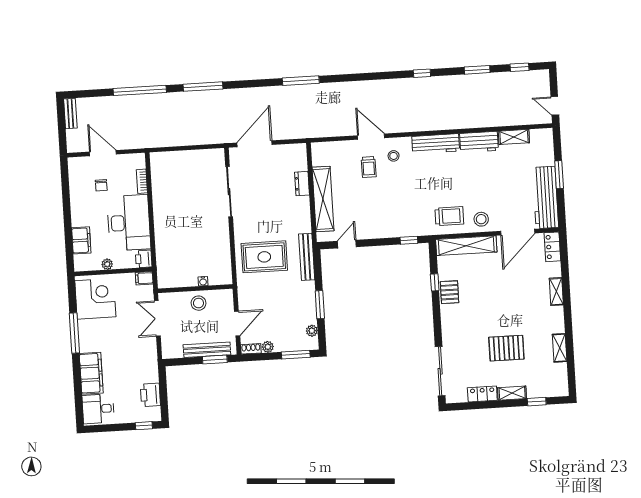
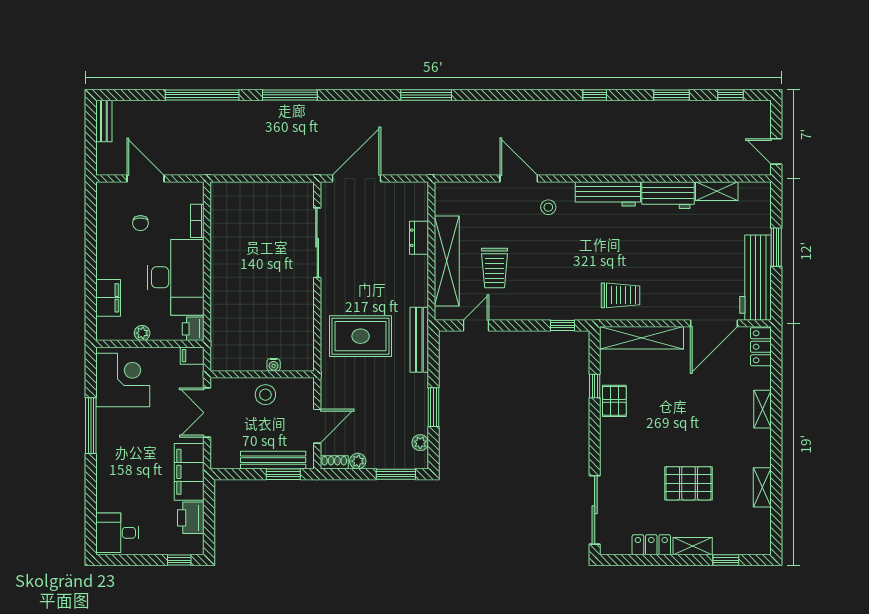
trolley: (369, 167) -> (495, 268), moved, width x1.36, depth x1.39
stool: (481, 219) -> (664, 302), removed
filing cabinet: (91, 373) -> (189, 472), moved, turned 180

